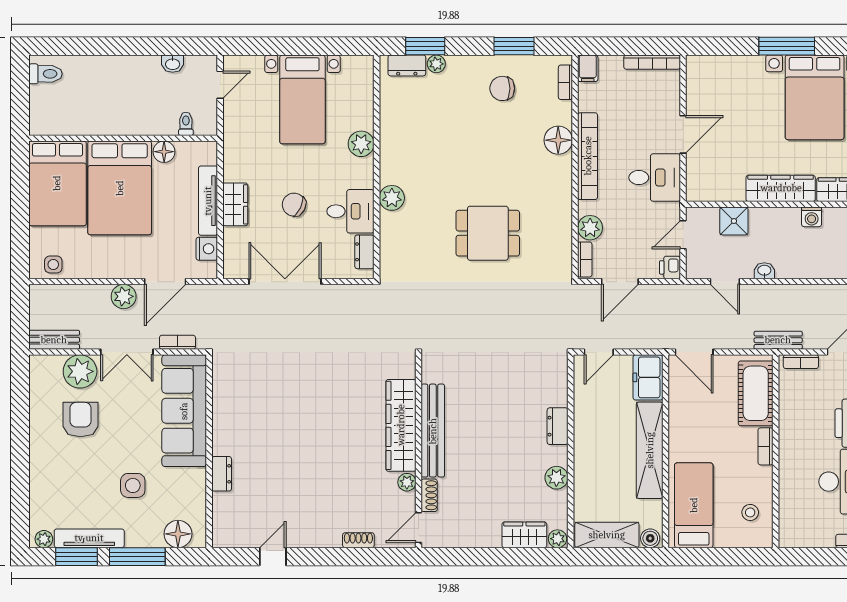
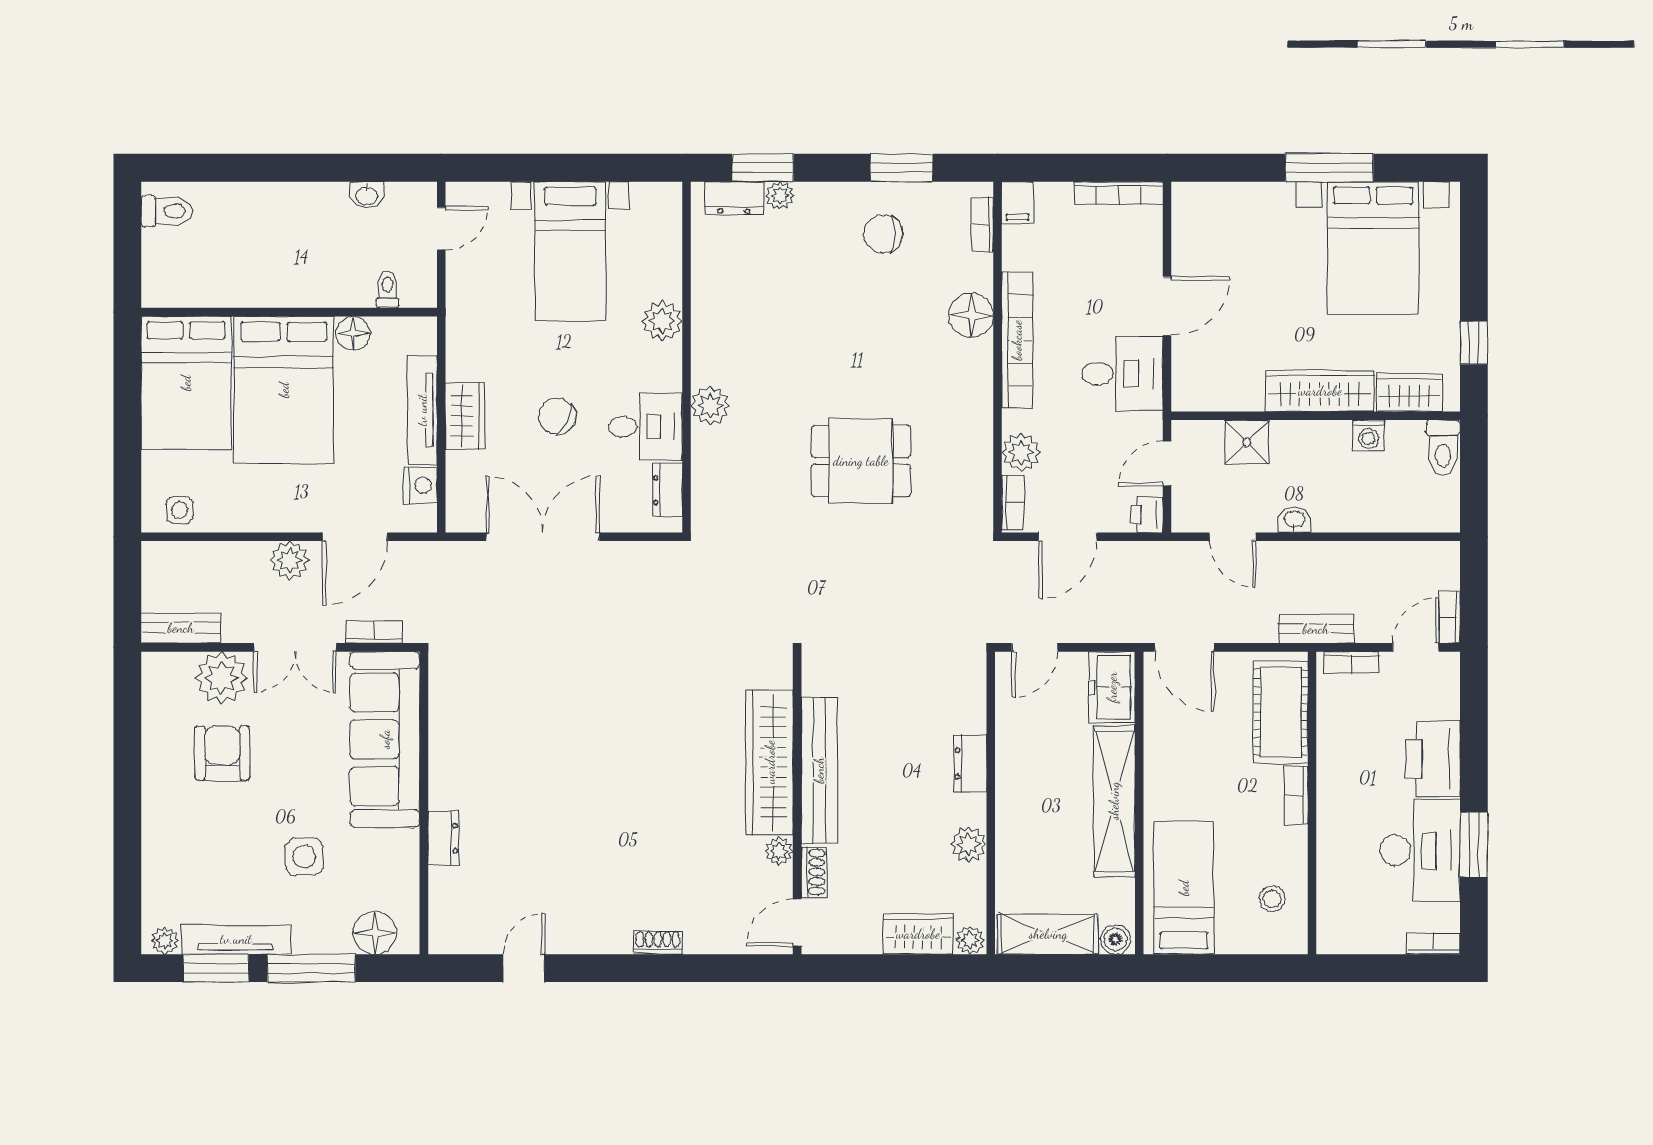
wardrobe: (401, 425) -> (770, 762), moved
bench: (433, 431) -> (819, 770), moved
wall: (419, 451) -> (797, 803), moved
plant: (407, 482) -> (779, 851), moved
shoe rack: (429, 495) -> (814, 872), moved
door: (419, 528) -> (797, 923), moved

